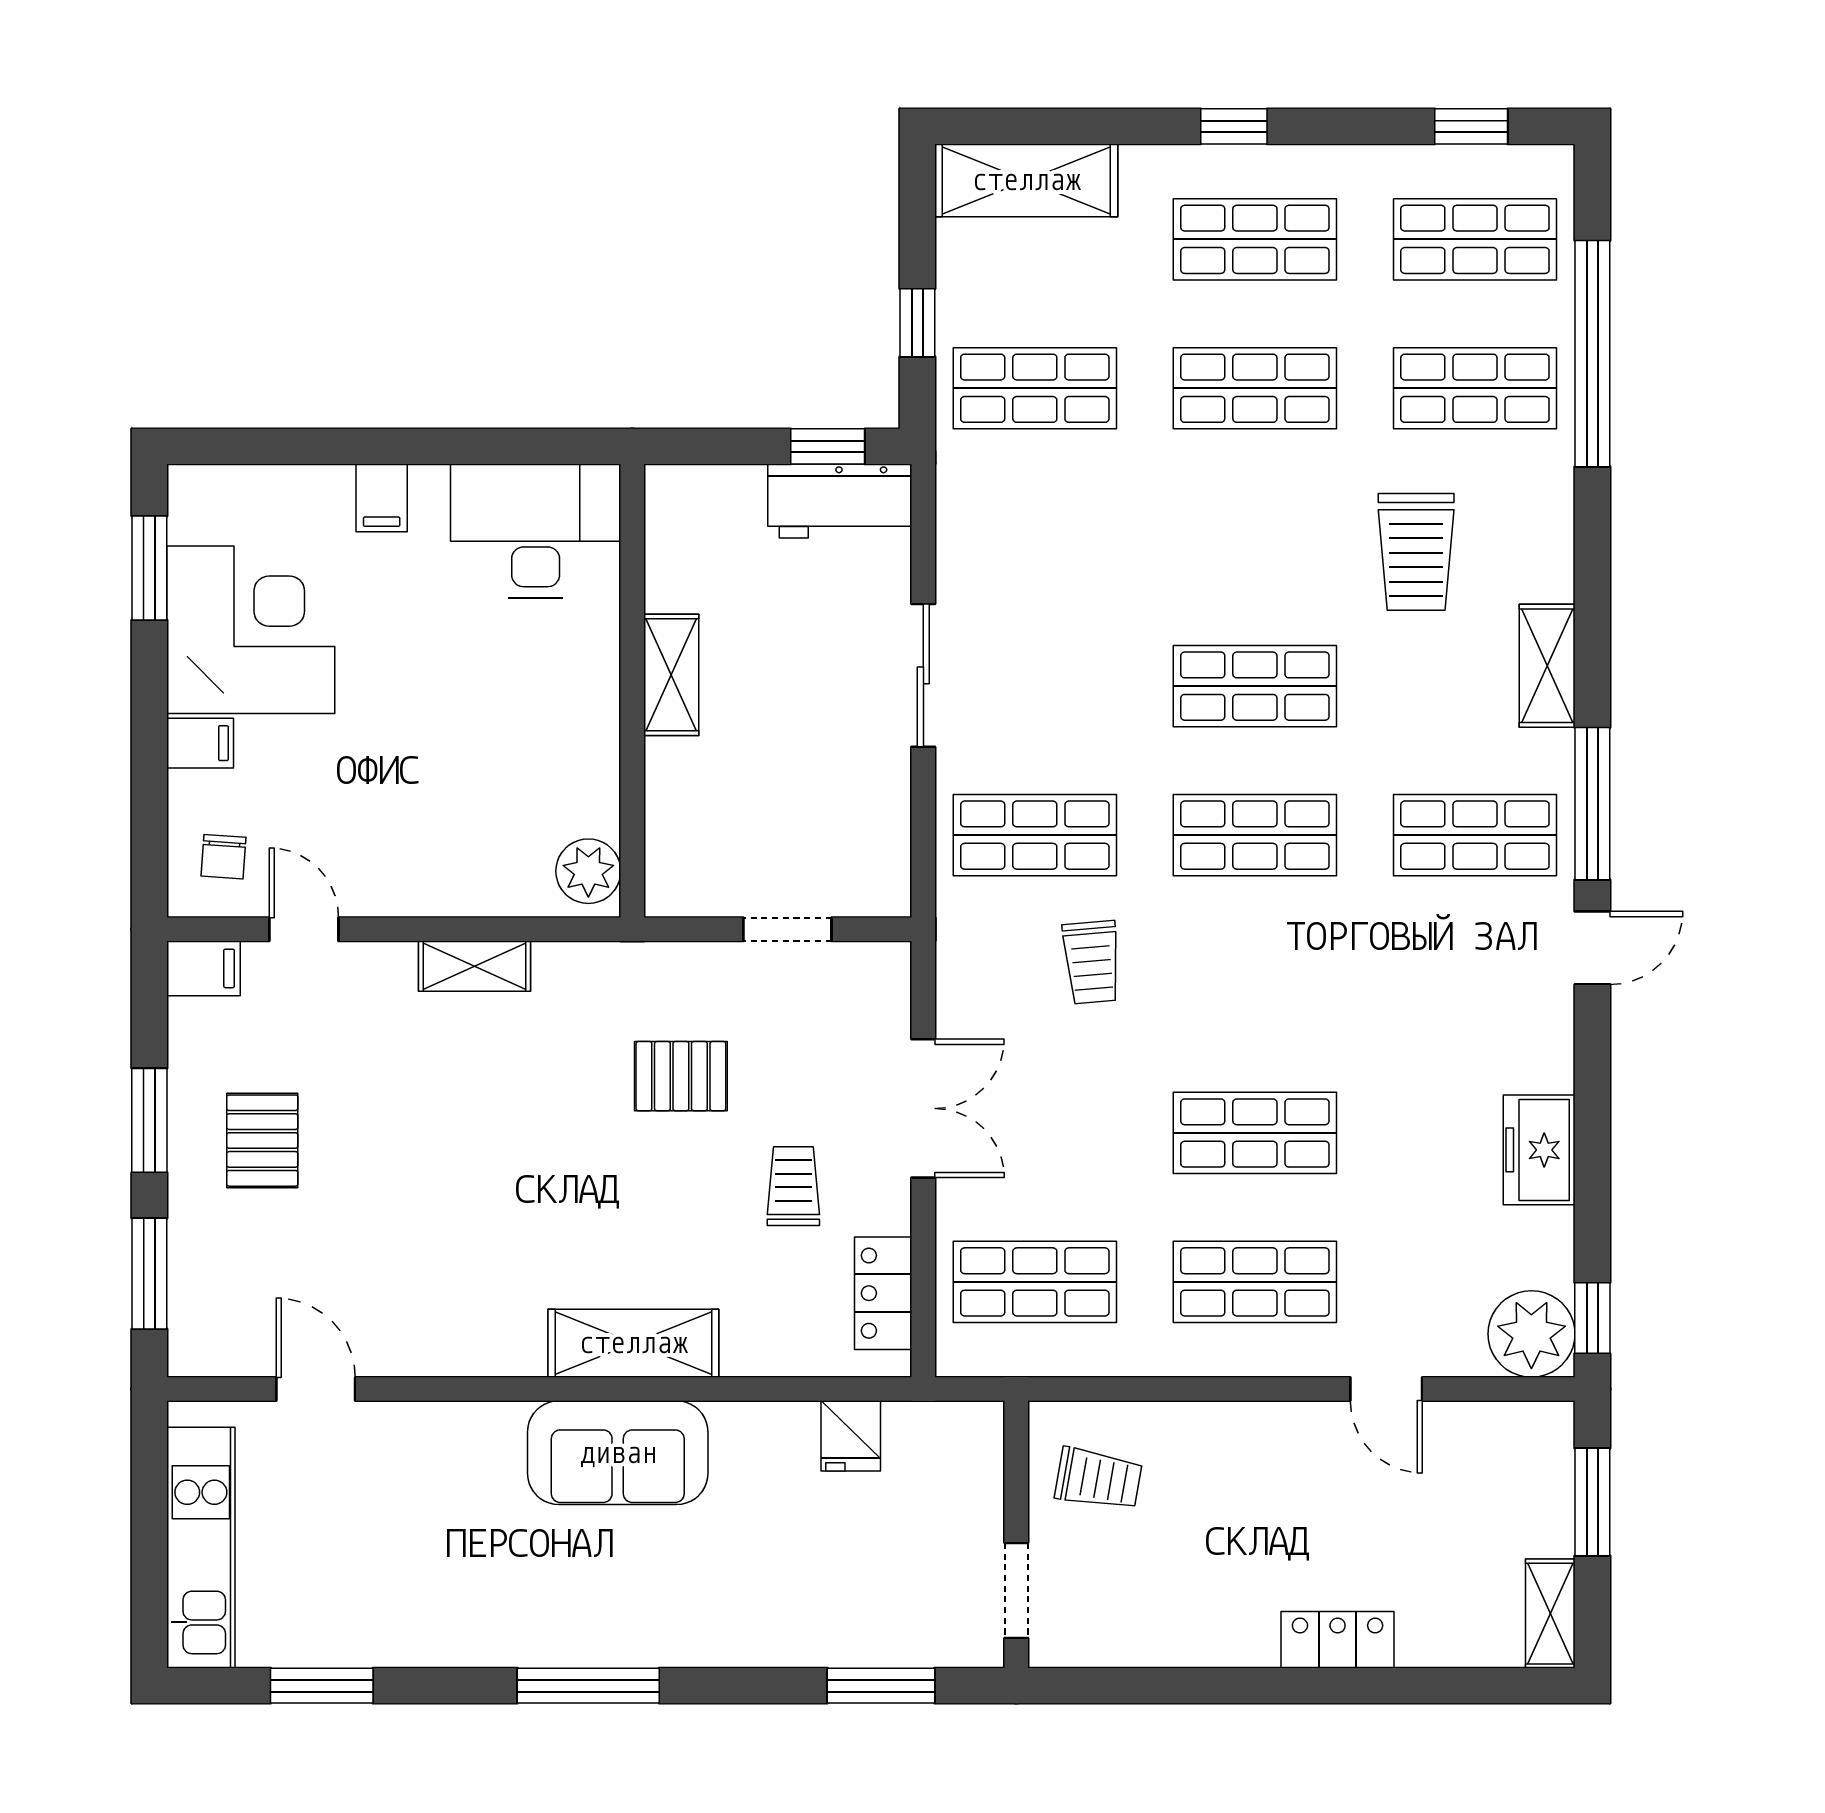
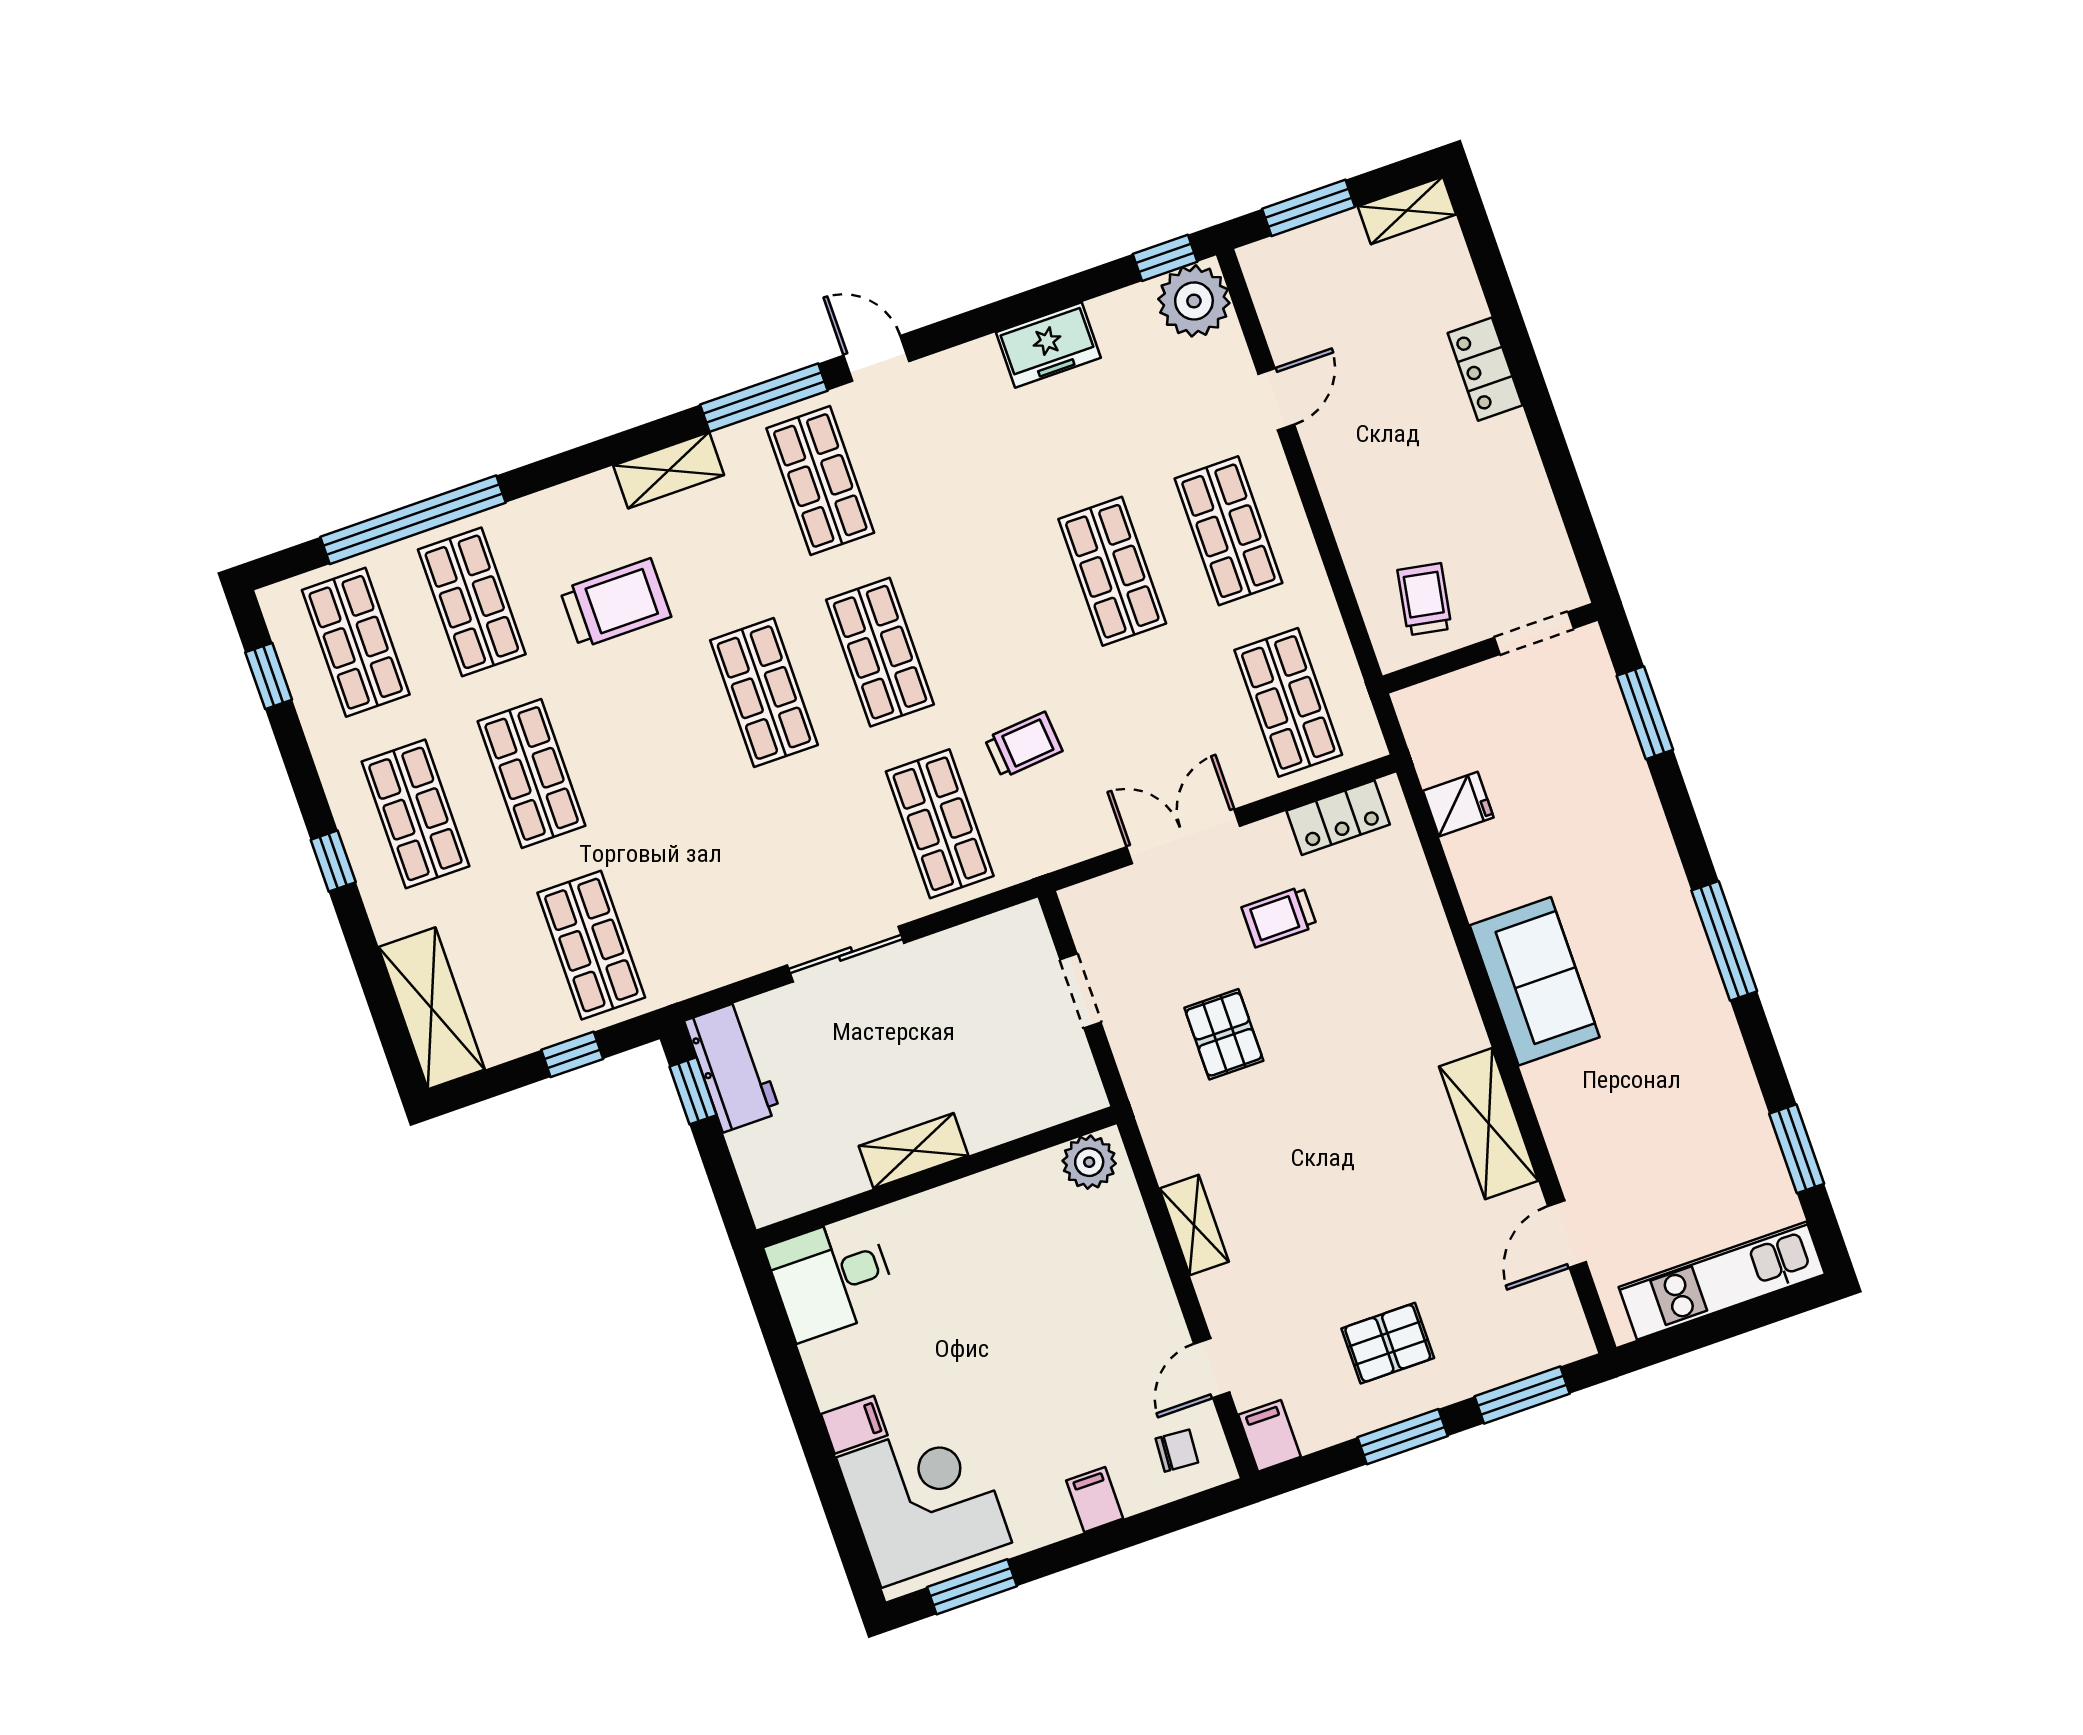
desk: (536, 531) -> (832, 1278), width x0.73
corner desk: (251, 630) -> (924, 1500), moved, turned 90
shelving: (633, 1343) -> (1489, 1124), moved

